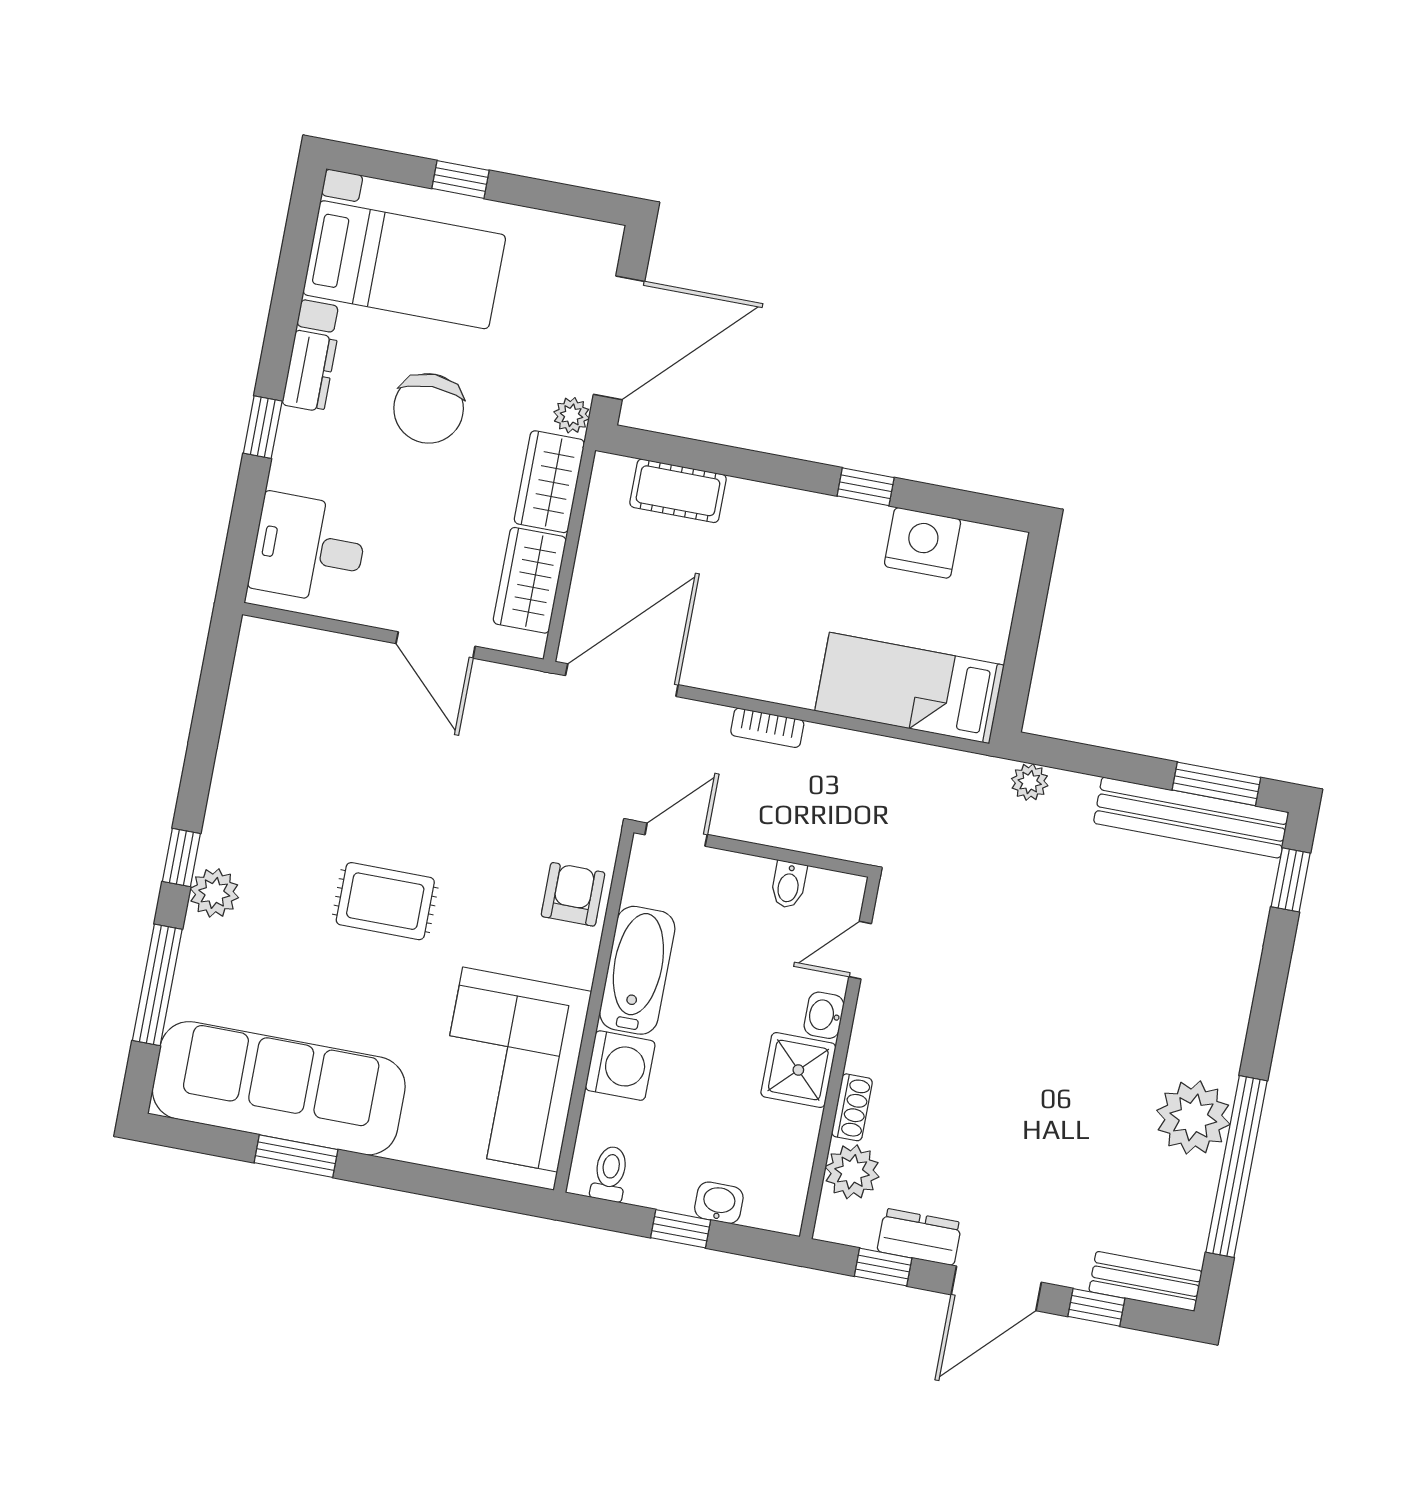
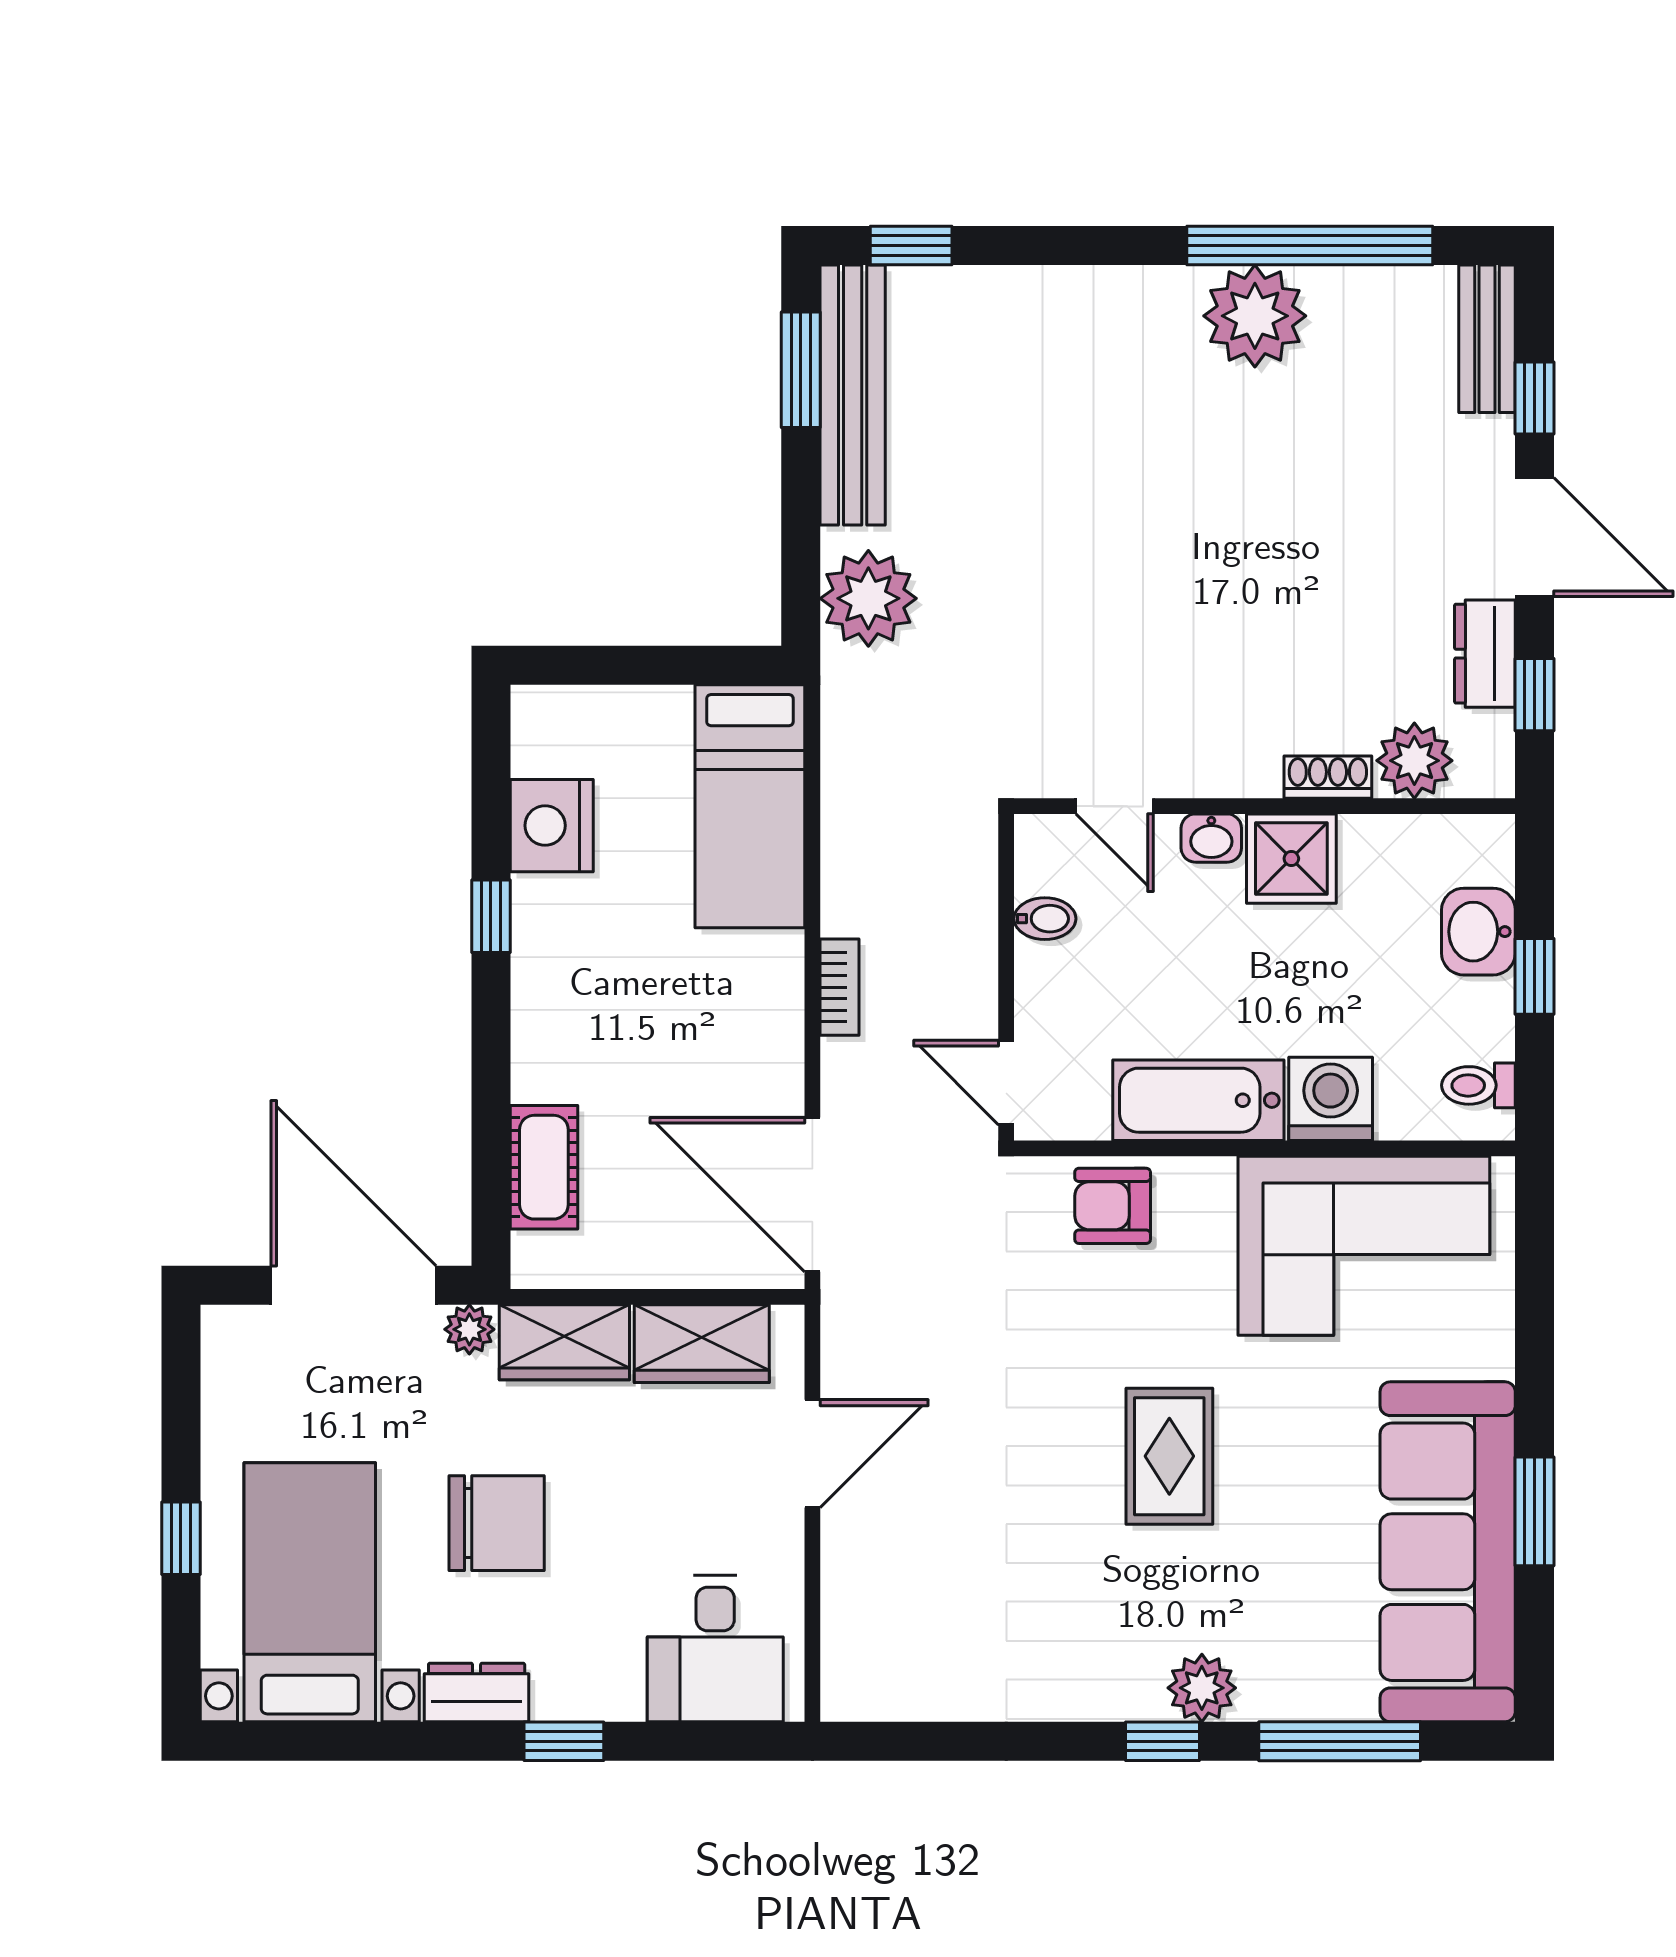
plant: (1030, 782) -> (868, 598), width x1.88, depth x1.88
washbasin: (719, 1203) -> (1478, 932), width x1.38, depth x1.45

